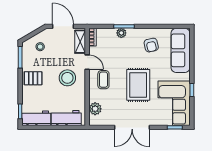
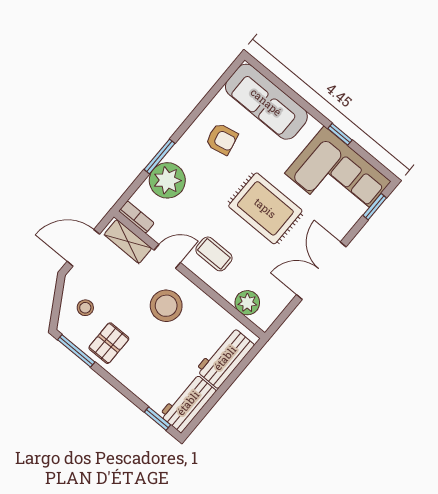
plant: (121, 33) -> (167, 180), width x1.87, depth x1.87
pallet: (33, 78) -> (109, 343), moved
double door: (132, 127) -> (321, 271), swing flipped

